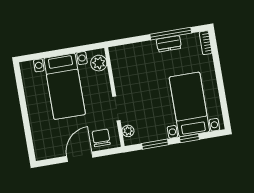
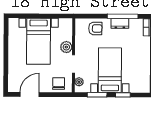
armchair: (137, 56) -> (95, 28), added
plant: (99, 63) -> (66, 47), moved
bed with nightstands: (189, 104) -> (110, 70), moved
door: (80, 157) -> (30, 94), moved

